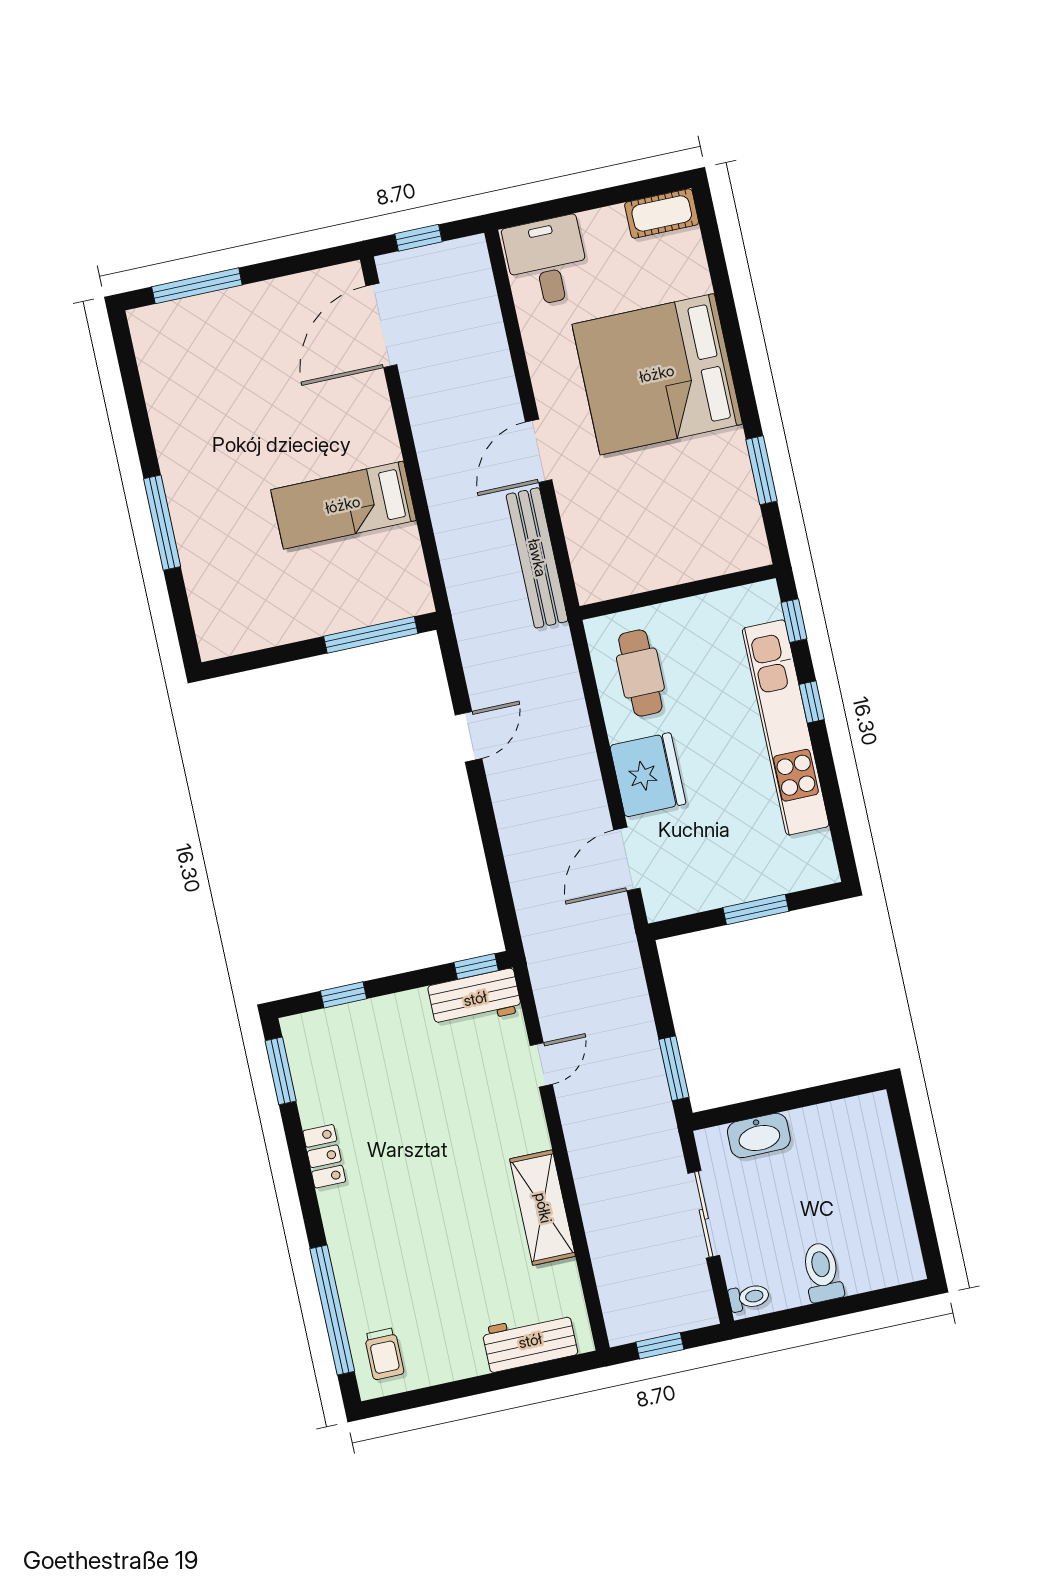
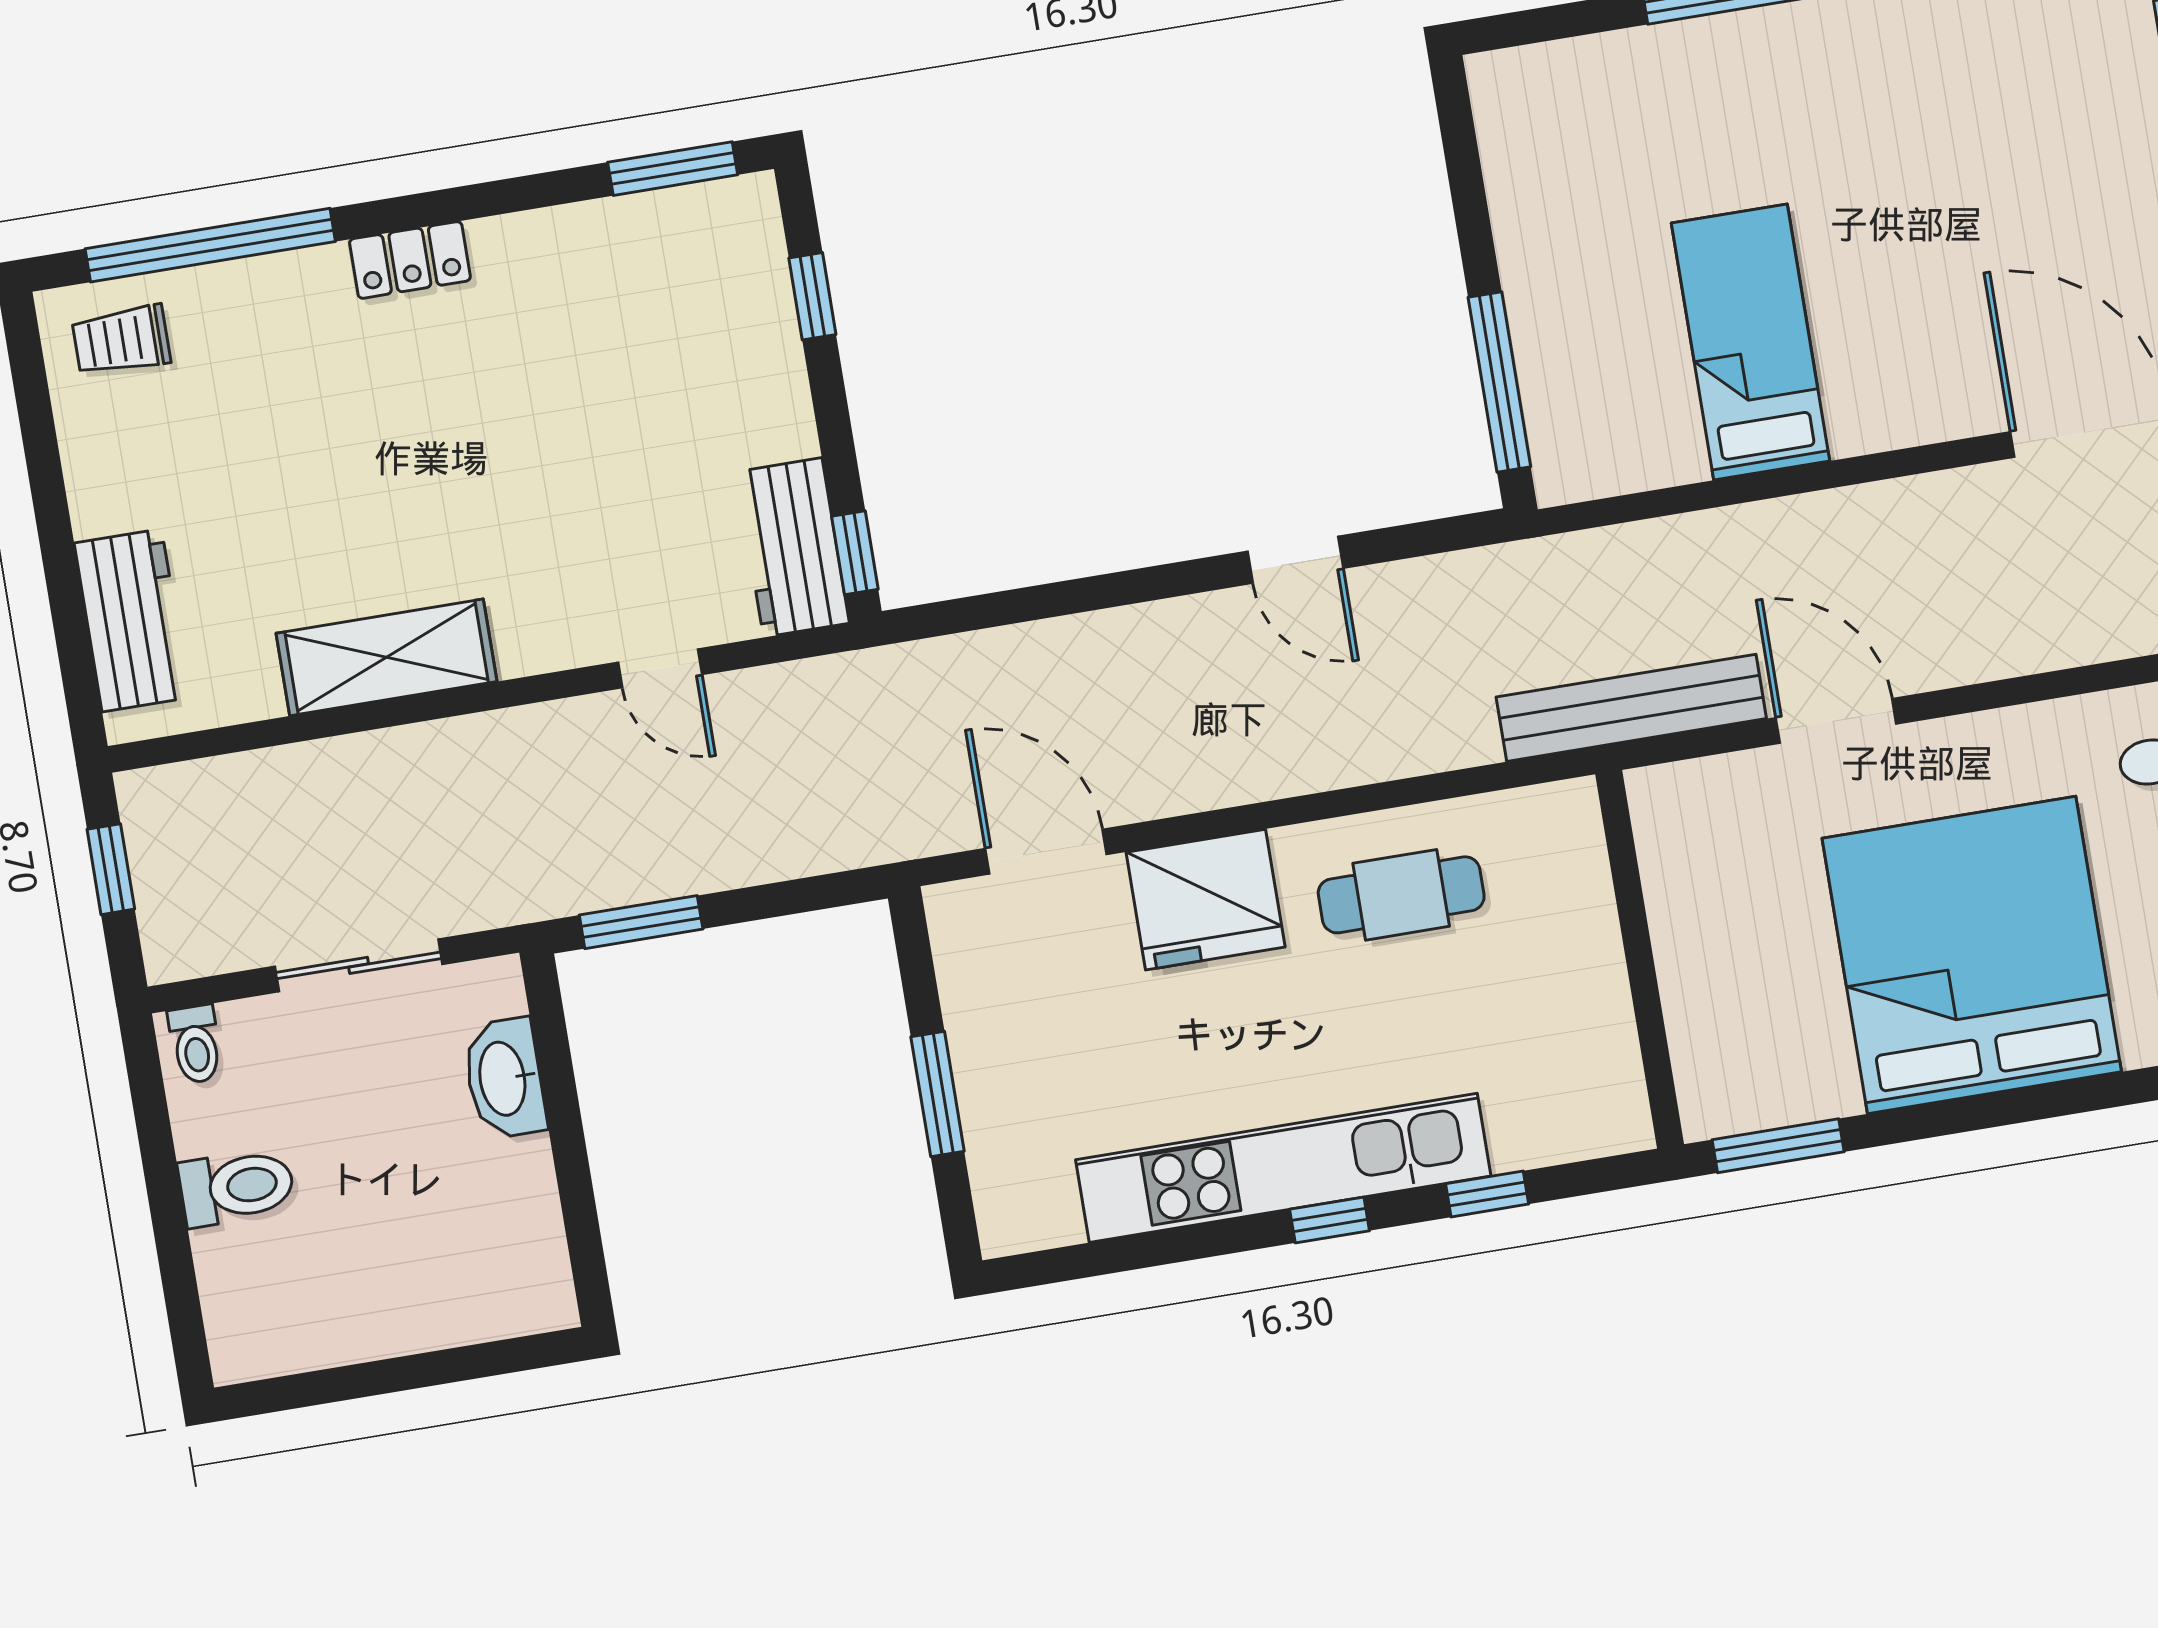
wall: (678, 592) -> (1640, 959), moved
locker: (324, 1156) -> (410, 260), moved

